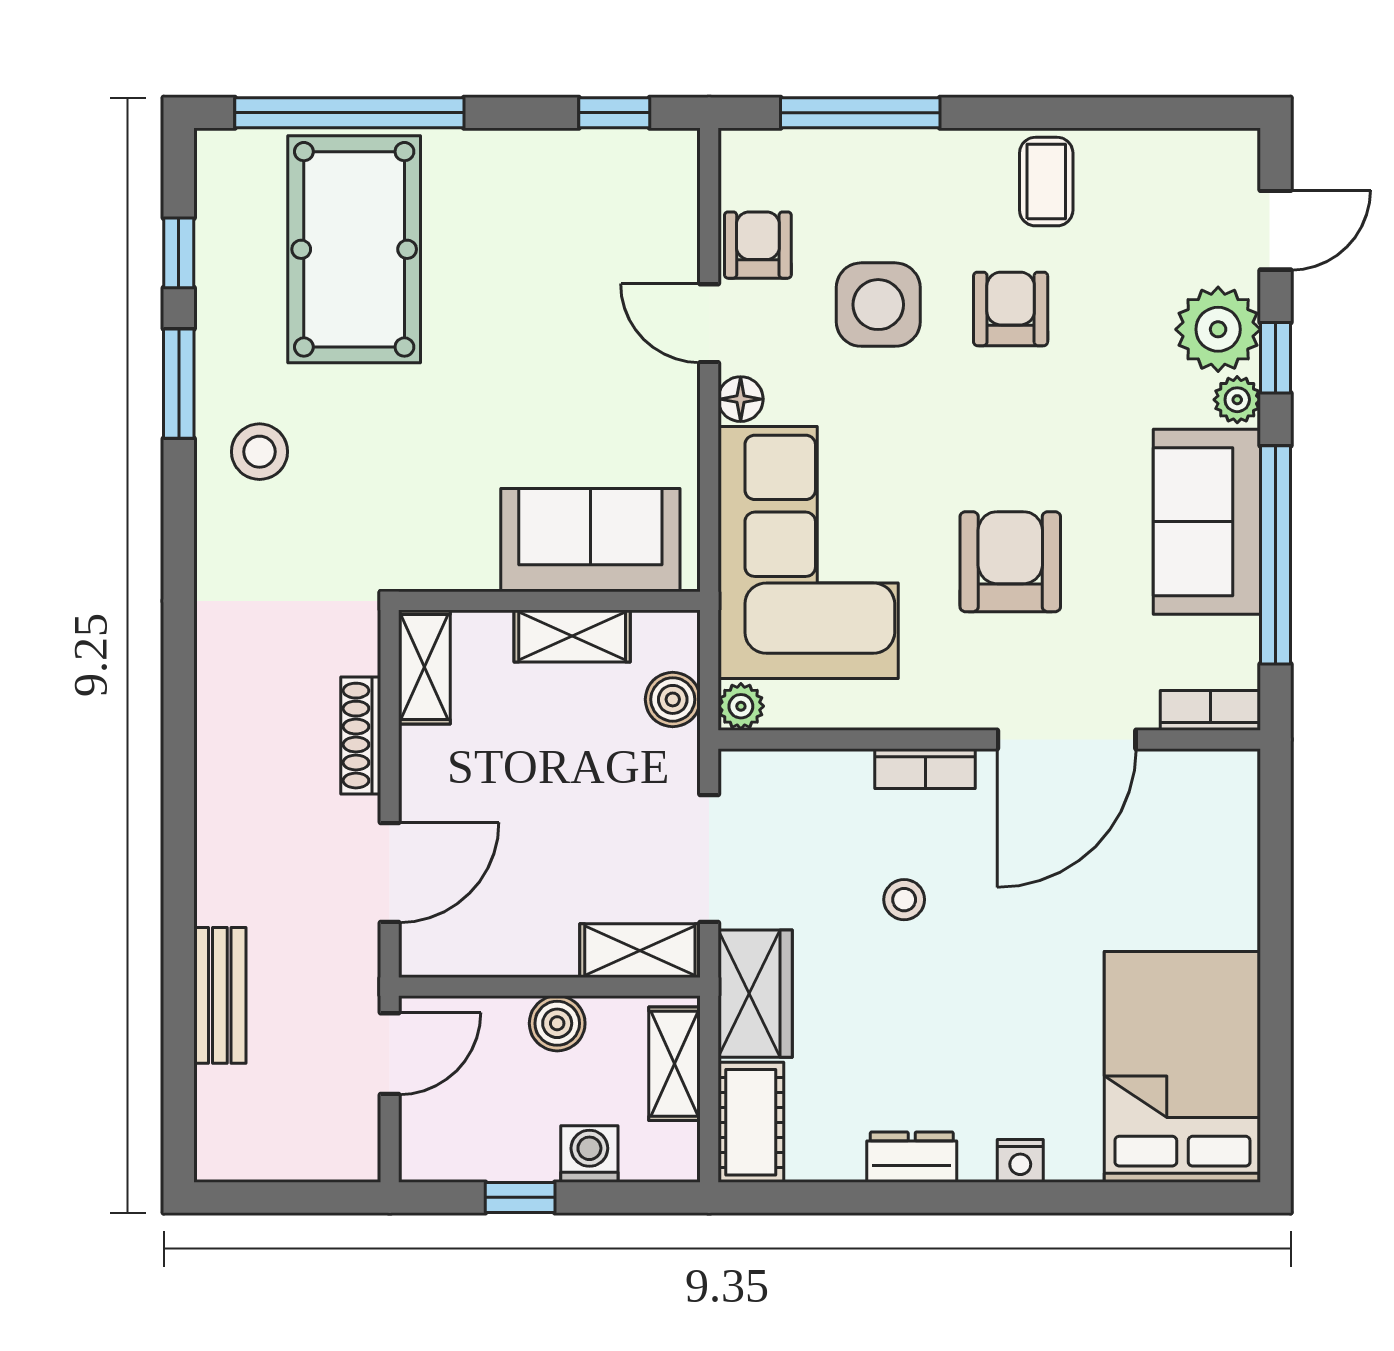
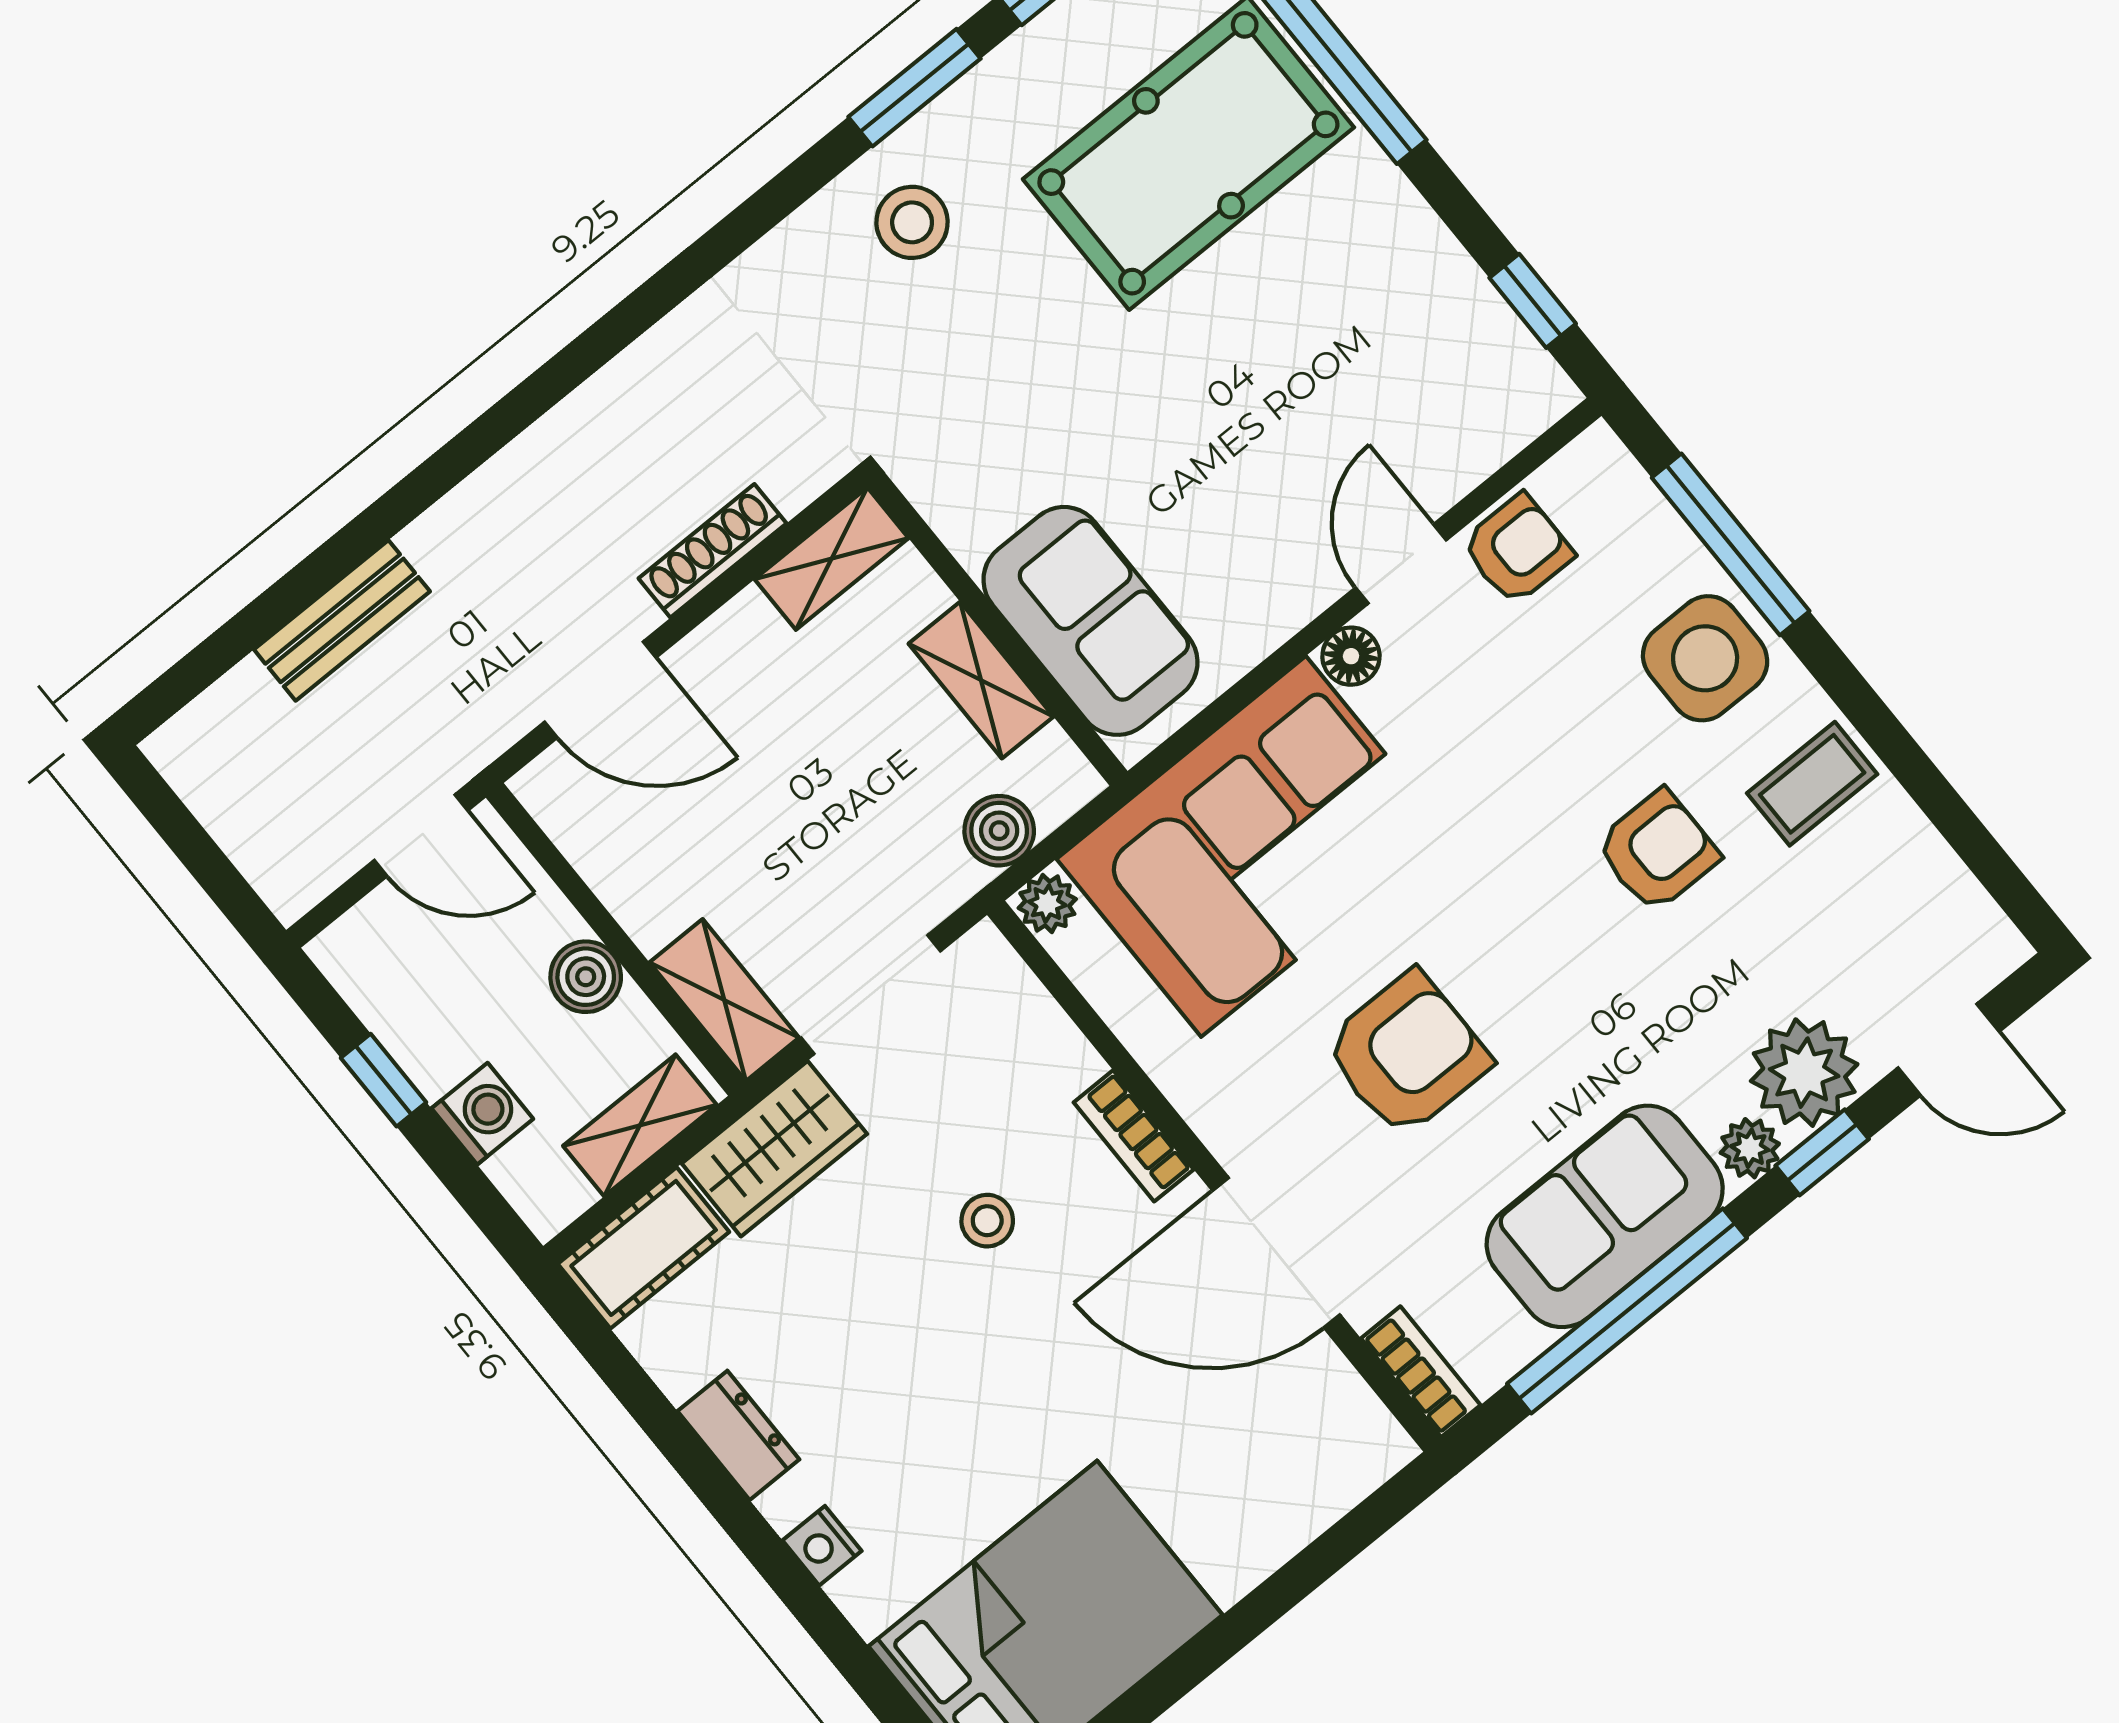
side table: (878, 305) -> (1705, 658), moved

